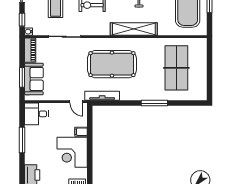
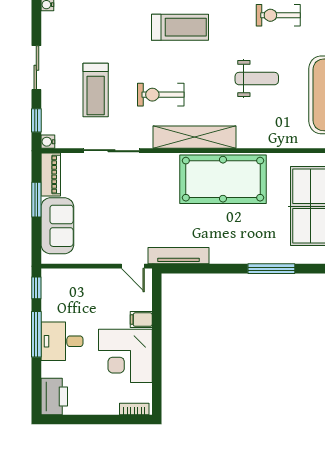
shelving: (134, 29) -> (195, 137), moved
pool table: (112, 64) -> (223, 179), moved
window: (22, 77) -> (36, 200), moved
window: (22, 114) -> (36, 288), added
desk: (37, 114) -> (62, 341), moved

